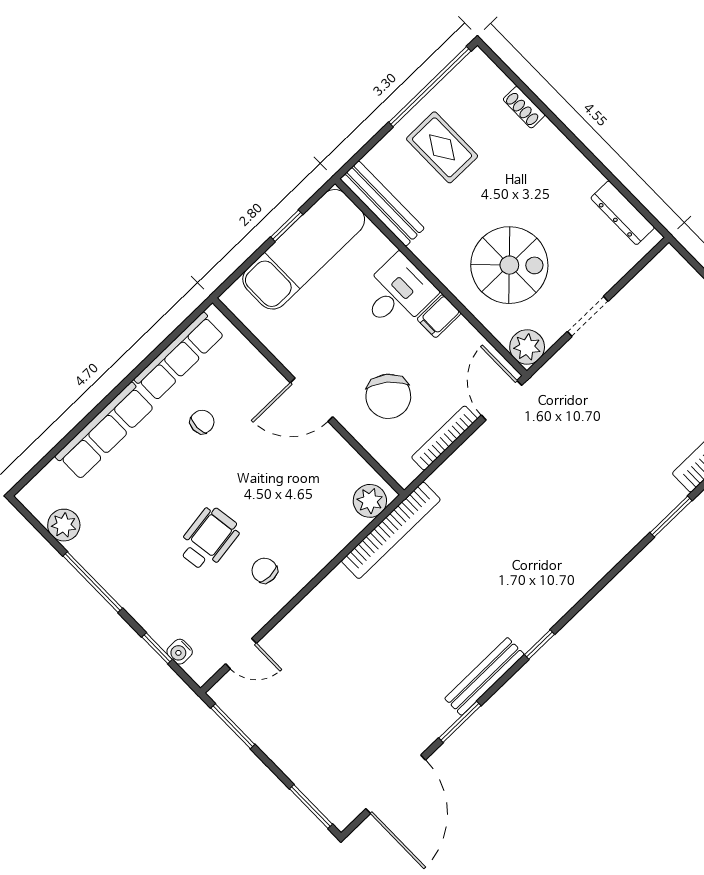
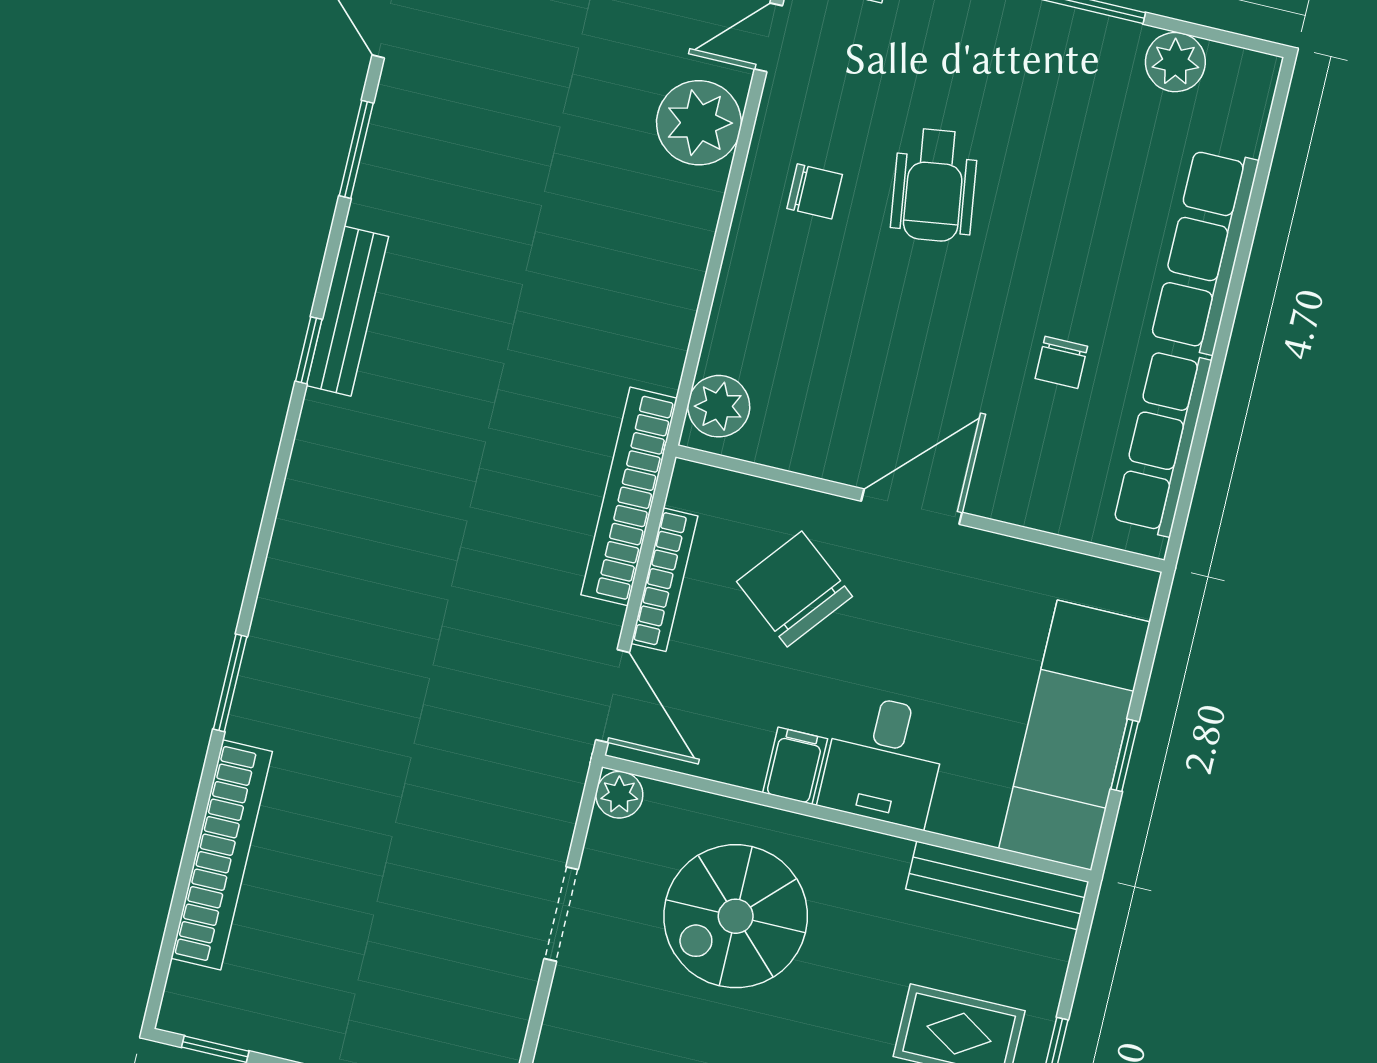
plant: (527, 347) -> (619, 795), width x0.73, depth x0.73
bookcase: (391, 530) -> (629, 496), moved
plant: (297, 635) -> (699, 123), added
bench: (484, 676) -> (347, 311), moved

